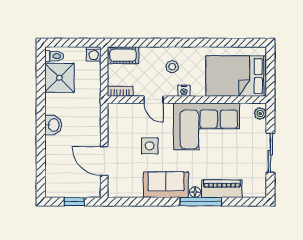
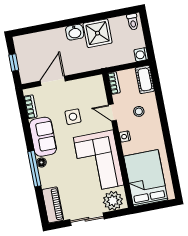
stool: (172, 67) -> (139, 111), moved
shower: (59, 78) -> (98, 33), moved
door: (154, 100) -> (112, 112), hinge flipped
plant: (260, 113) -> (113, 201), width x1.87, depth x1.87
piano: (222, 189) -> (53, 205), moved
bookcase: (129, 192) -> (31, 107), added

